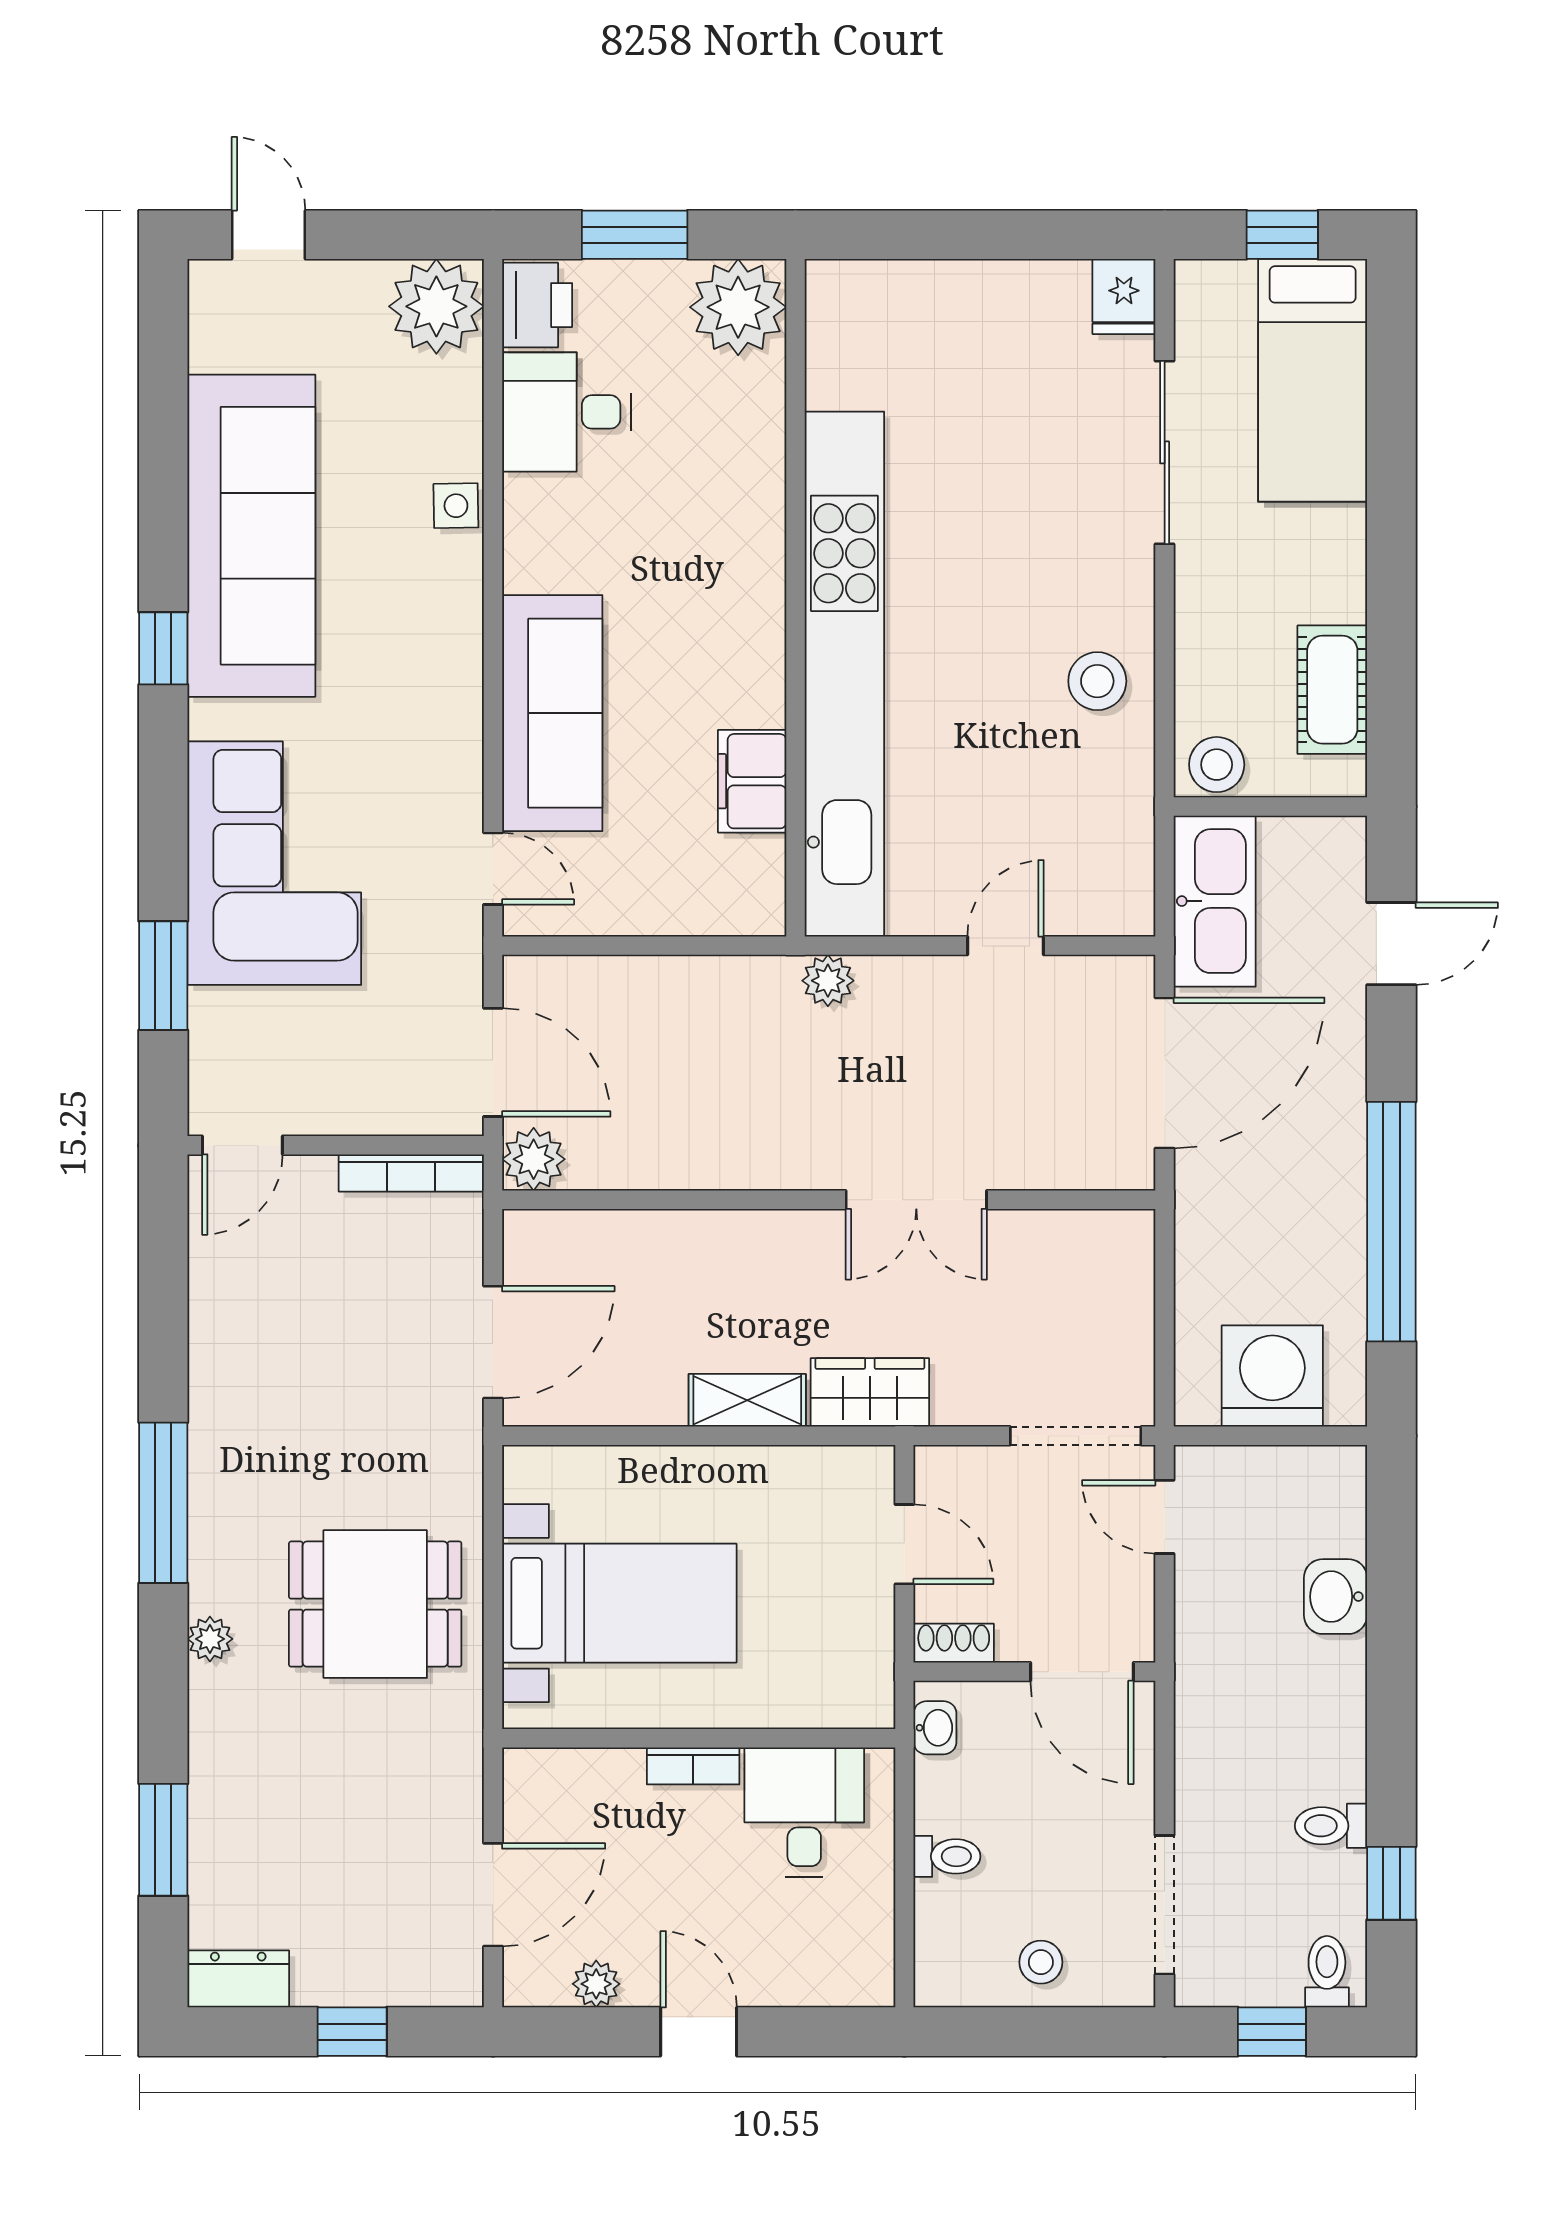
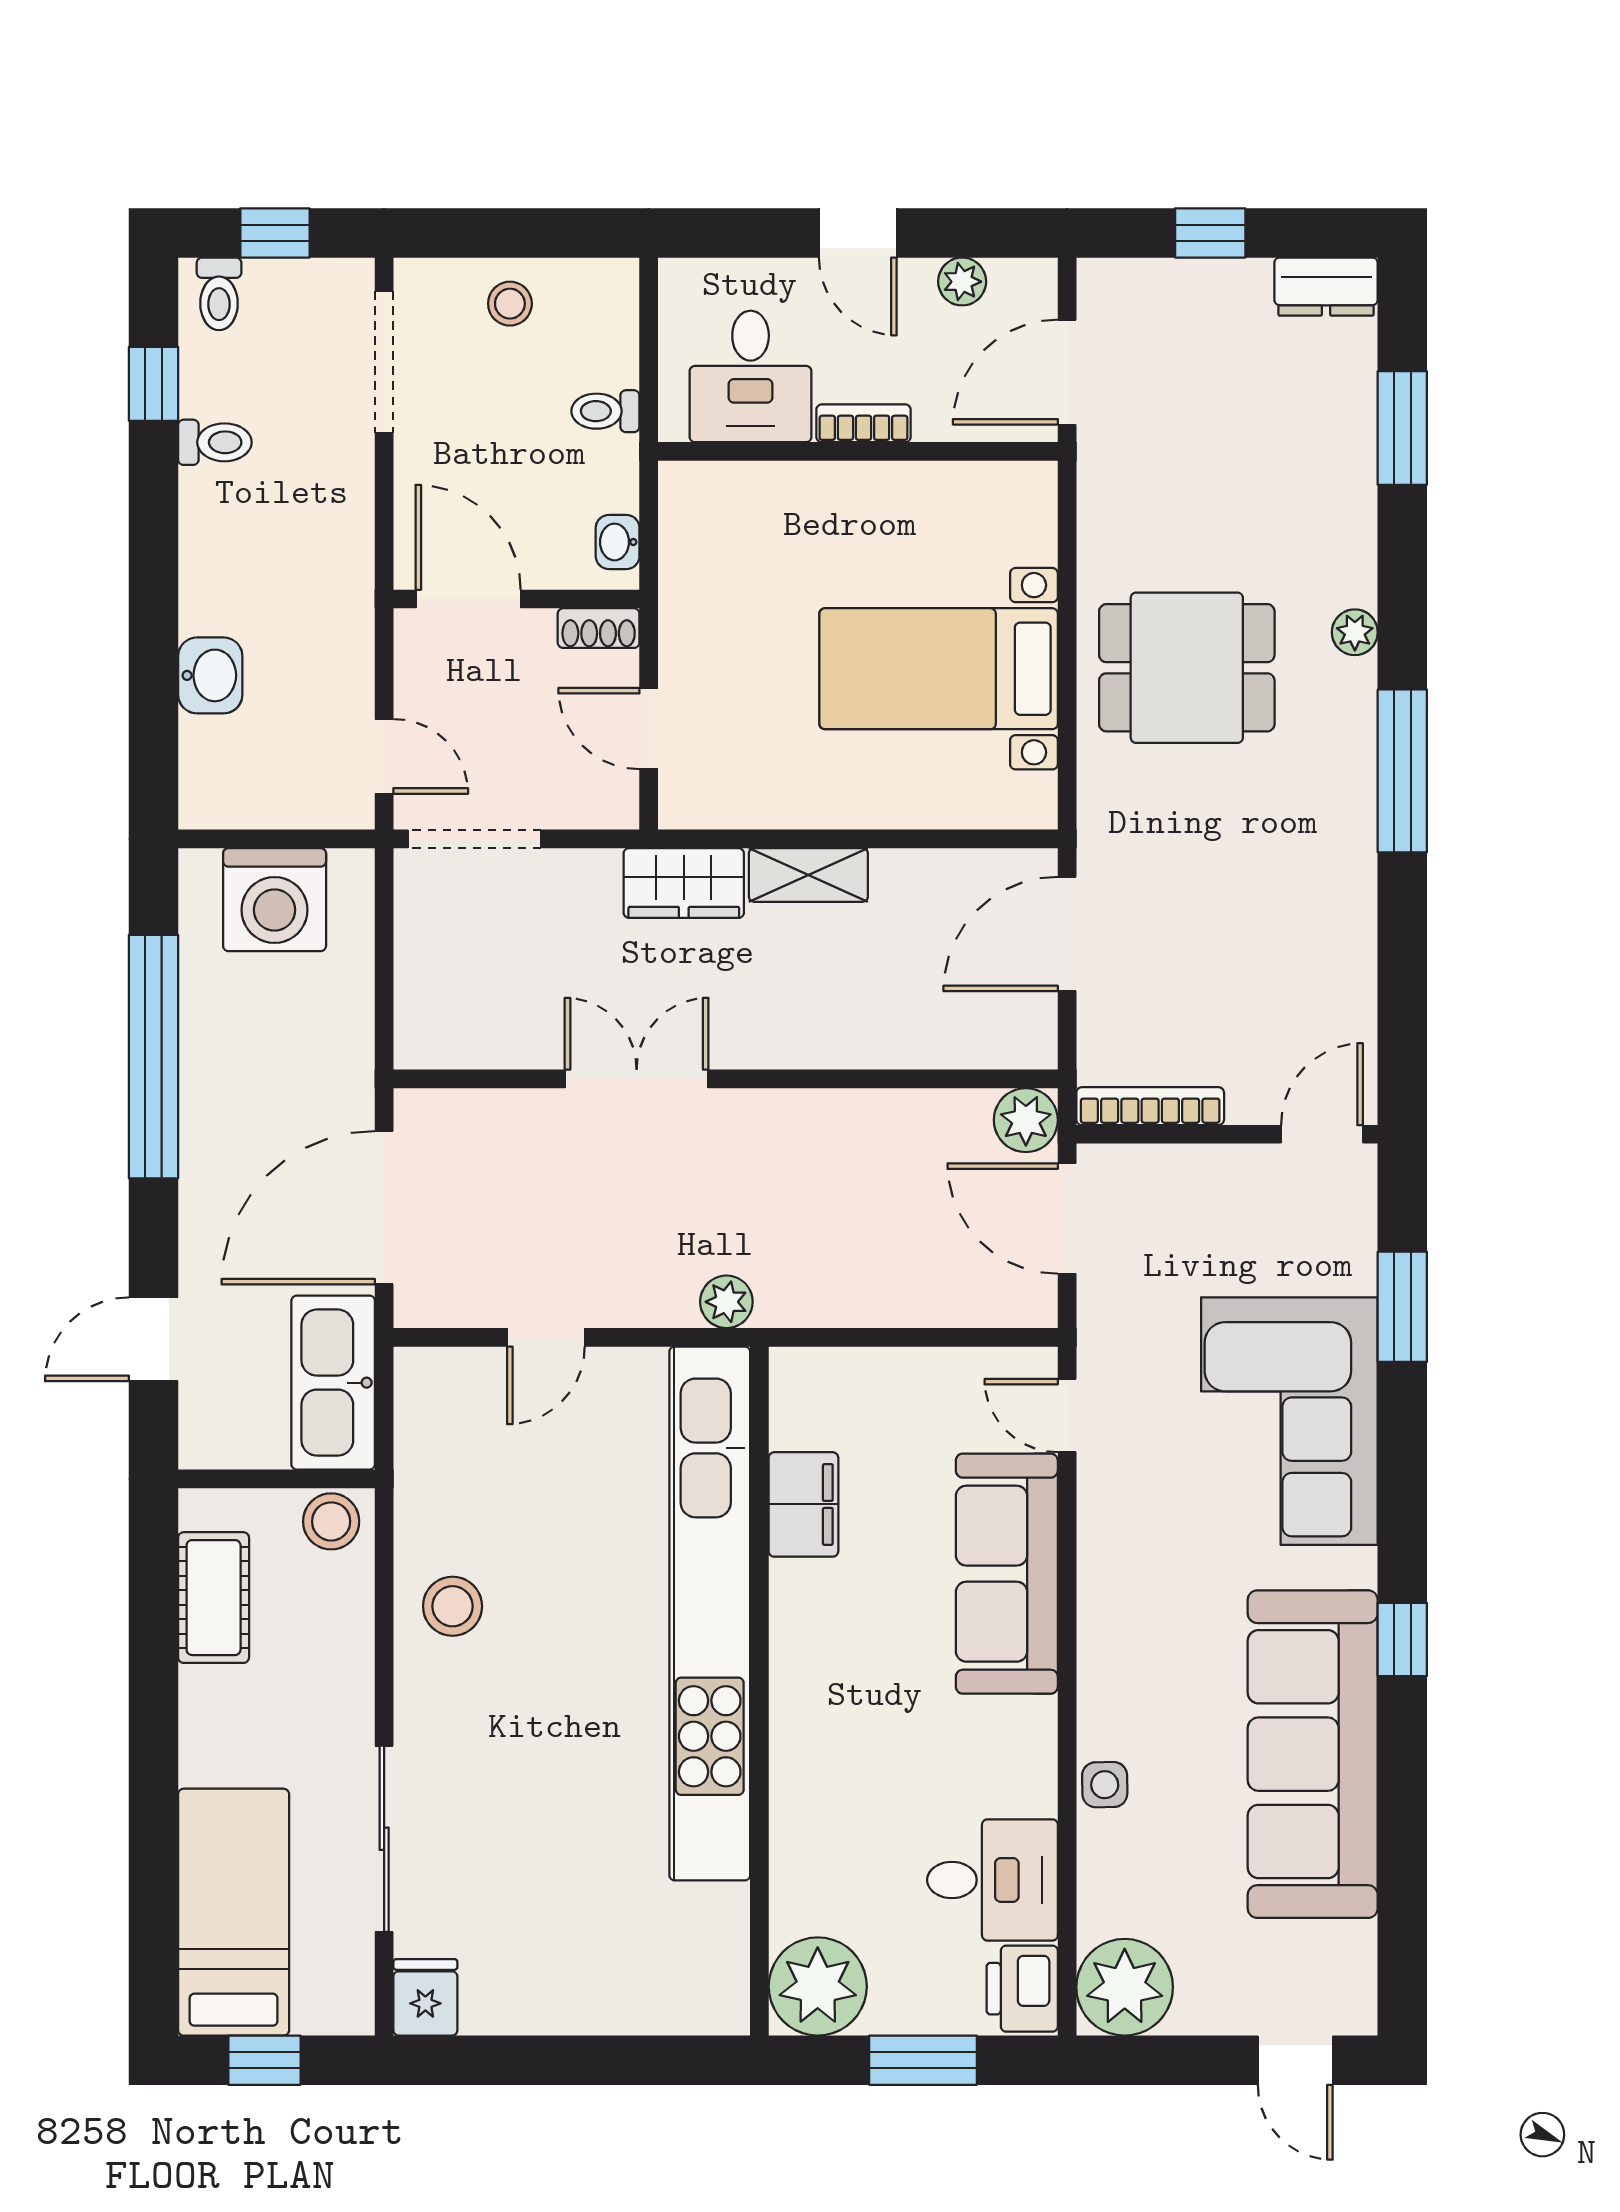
wall: (699, 1738) -> (858, 451), moved
bookcase: (693, 1766) -> (864, 423), moved
desk: (804, 1812) -> (751, 376), moved

